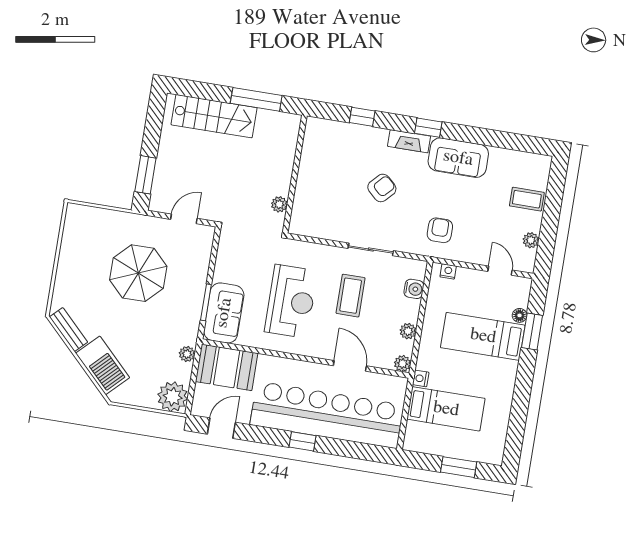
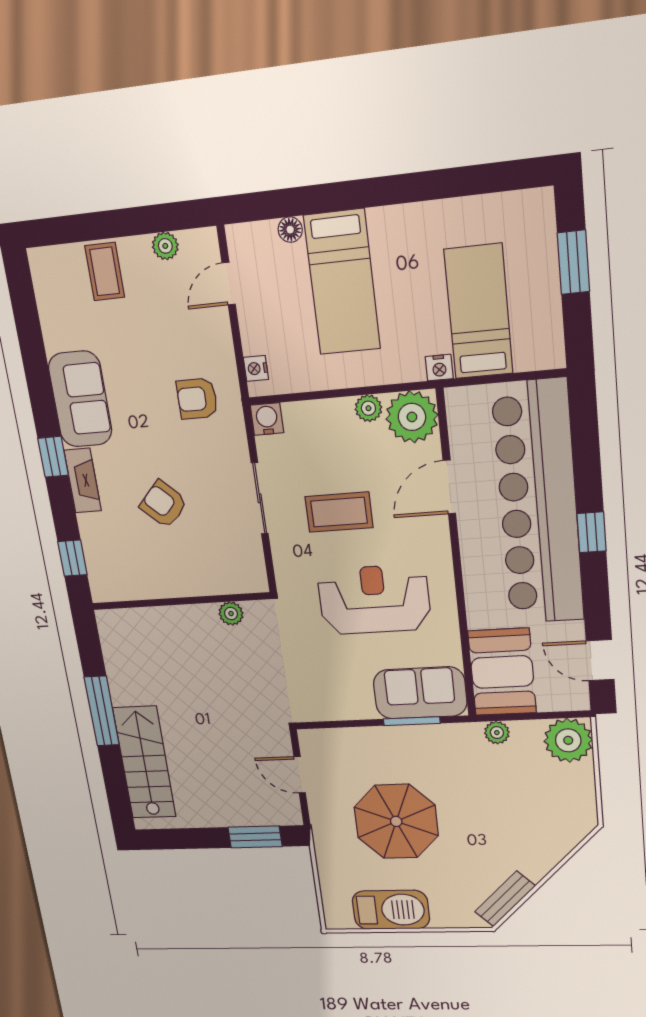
wall: (295, 174) -> (180, 601), moved
plant: (279, 204) -> (231, 614), moved
water cooler: (414, 289) -> (267, 419), moved
window: (532, 331) -> (310, 200), removed
plant: (403, 364) -> (412, 417), width x1.88, depth x1.88
barbecue: (103, 365) -> (391, 910), moved, turned 45

